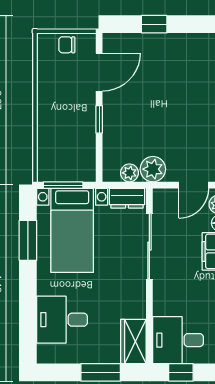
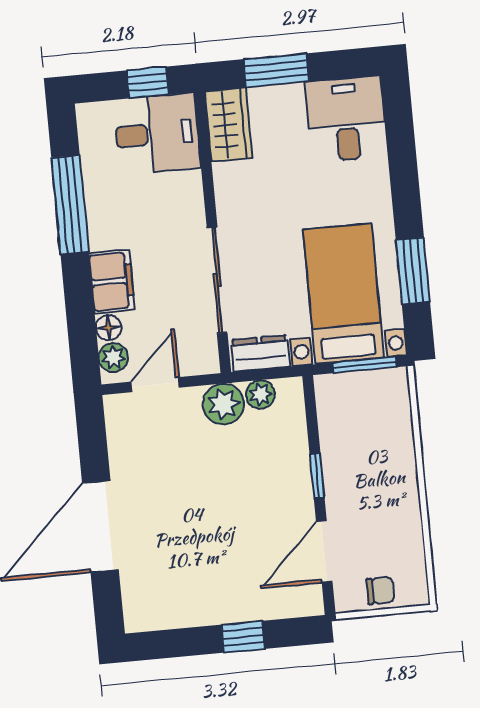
desk: (62, 320) -> (346, 119), moved, turned -90

